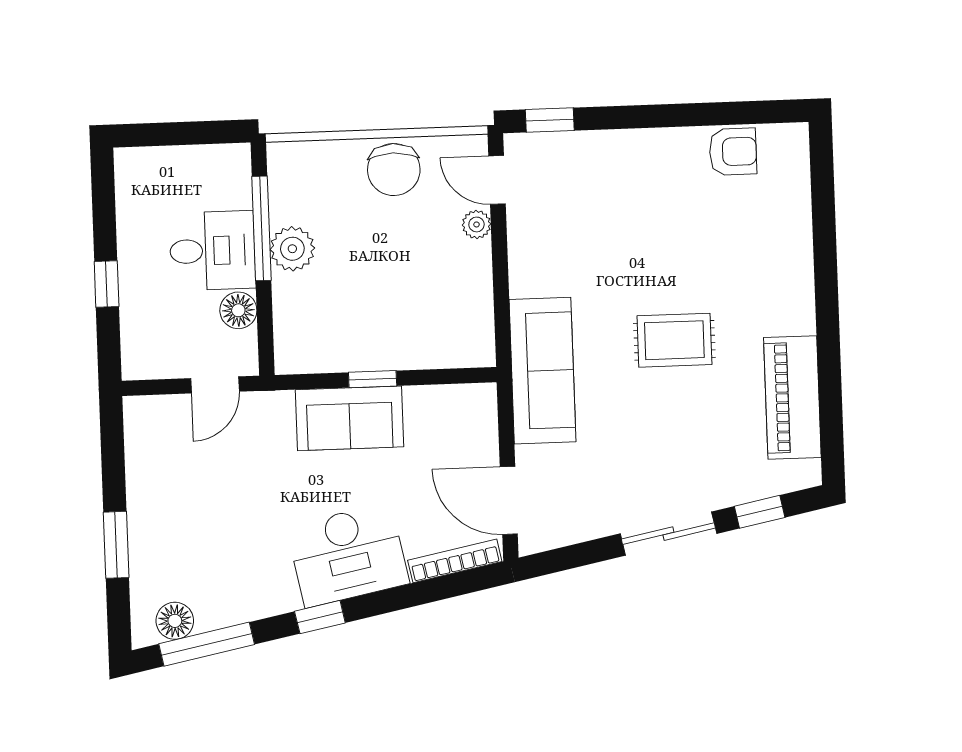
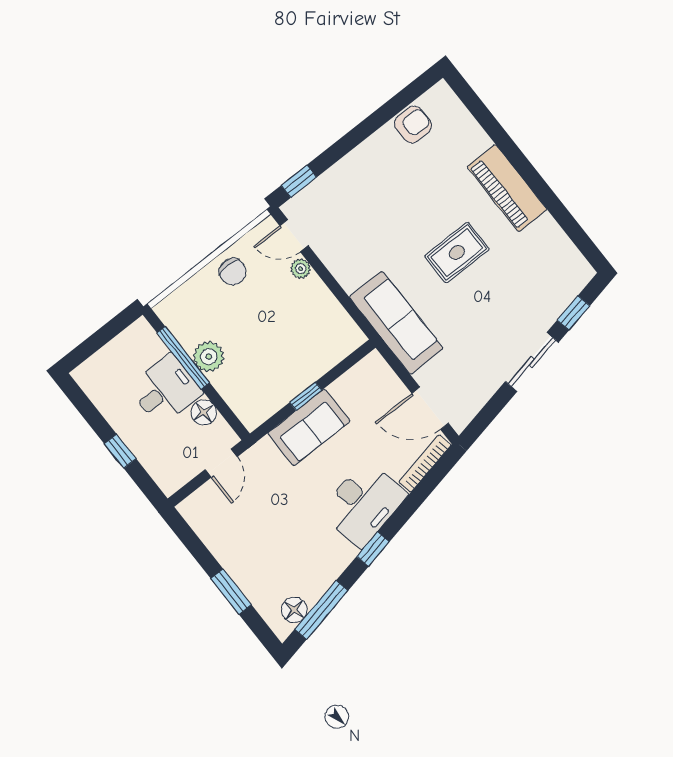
chair: (394, 170) -> (233, 272), width x0.73, depth x0.73
piano: (792, 397) -> (507, 188), moved

